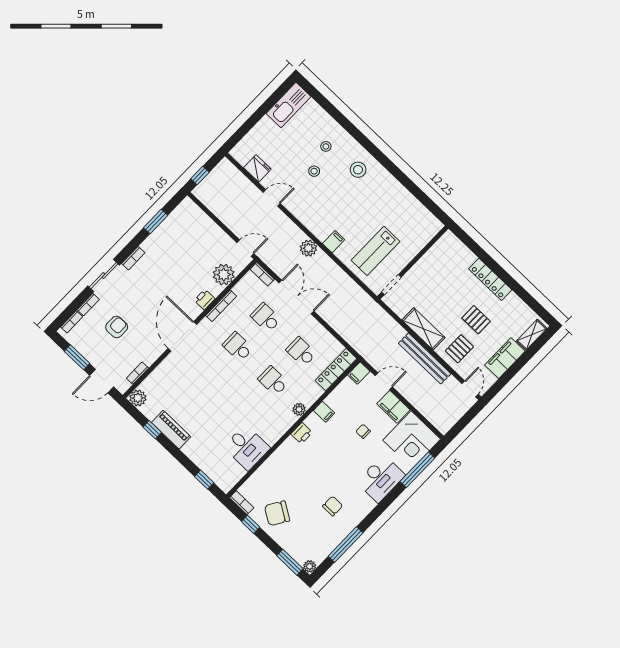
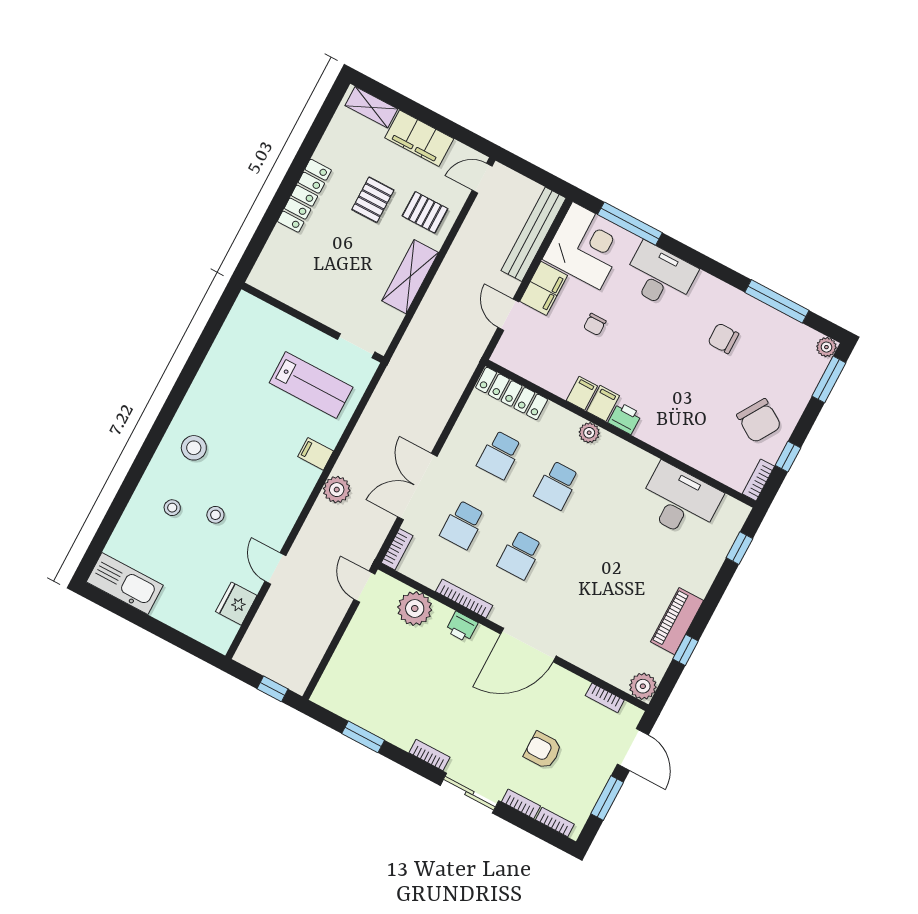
bench: (425, 359) -> (534, 234), moved
filing cabinet: (359, 373) -> (603, 403), moved, turned -90
desk: (247, 447) -> (680, 501), width x1.37

